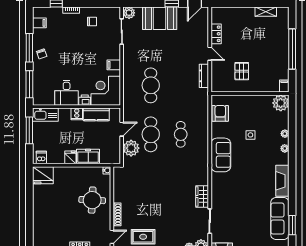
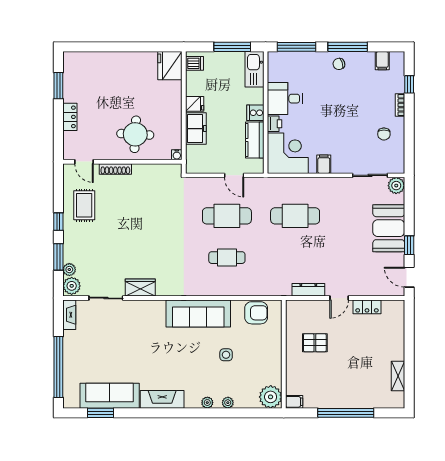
plant: (131, 148) -> (208, 189), removed
sofa: (221, 155) -> (198, 313), width x1.36

